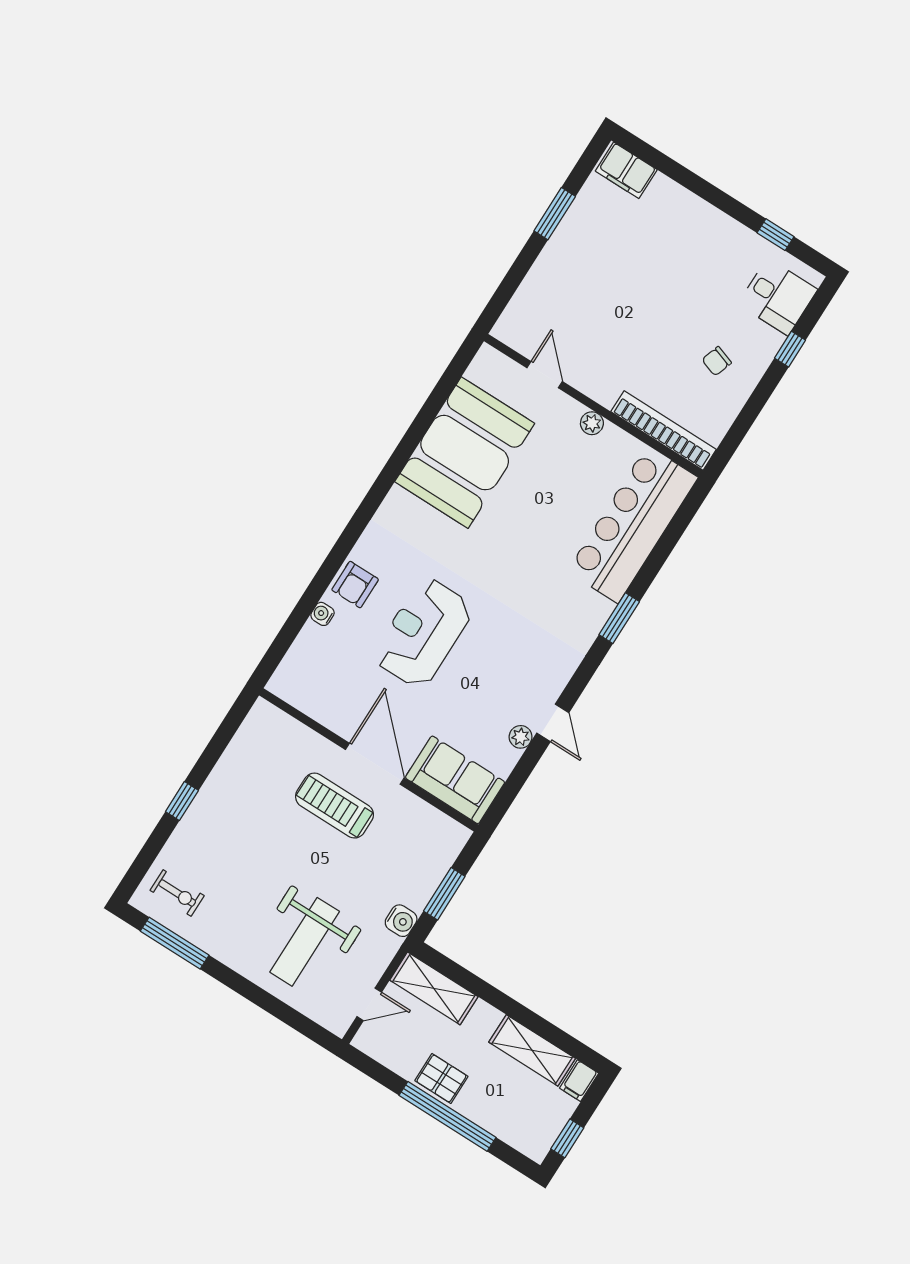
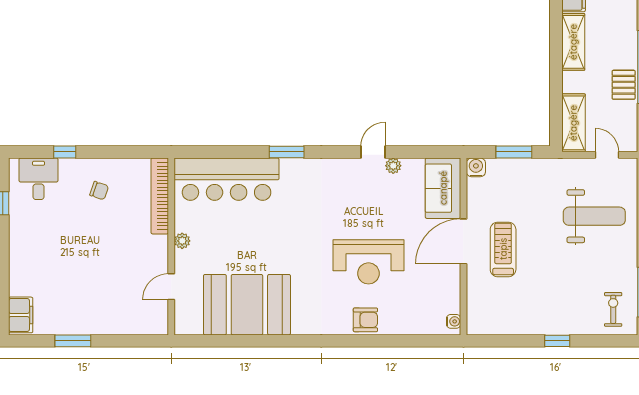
water cooler: (322, 614) -> (454, 321), moved, turned -90
treadmill: (334, 806) -> (503, 249), turned 180
water cooler: (401, 921) -> (476, 167), moved

